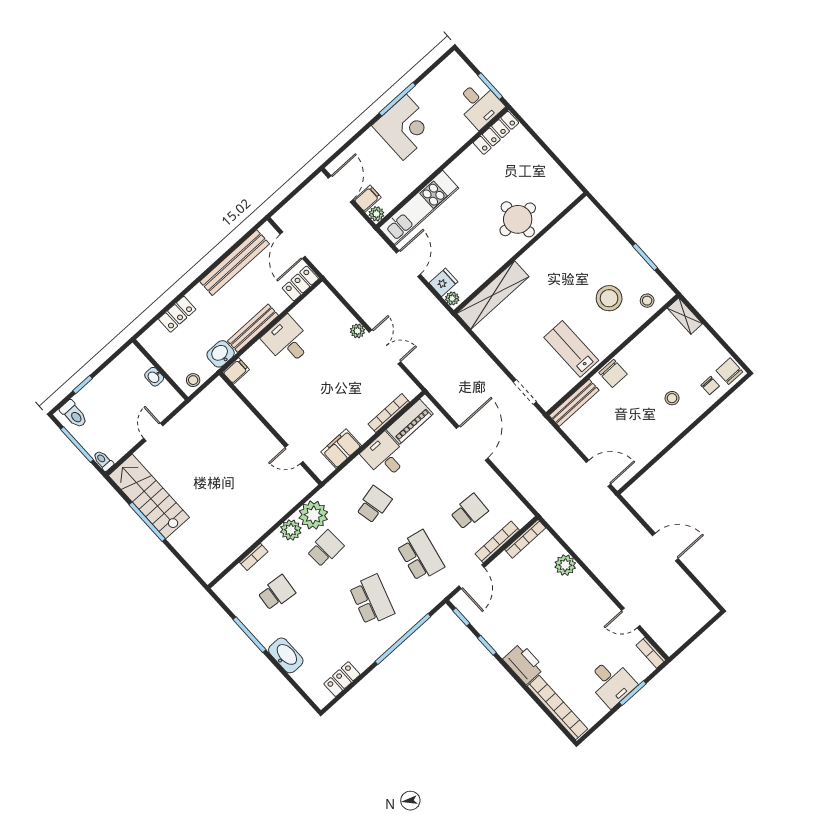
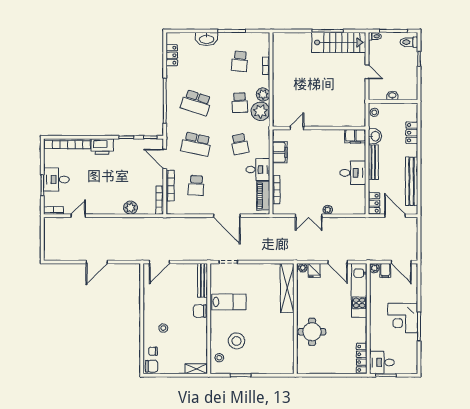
filing cabinet: (236, 371) -> (355, 136), width x2.00

